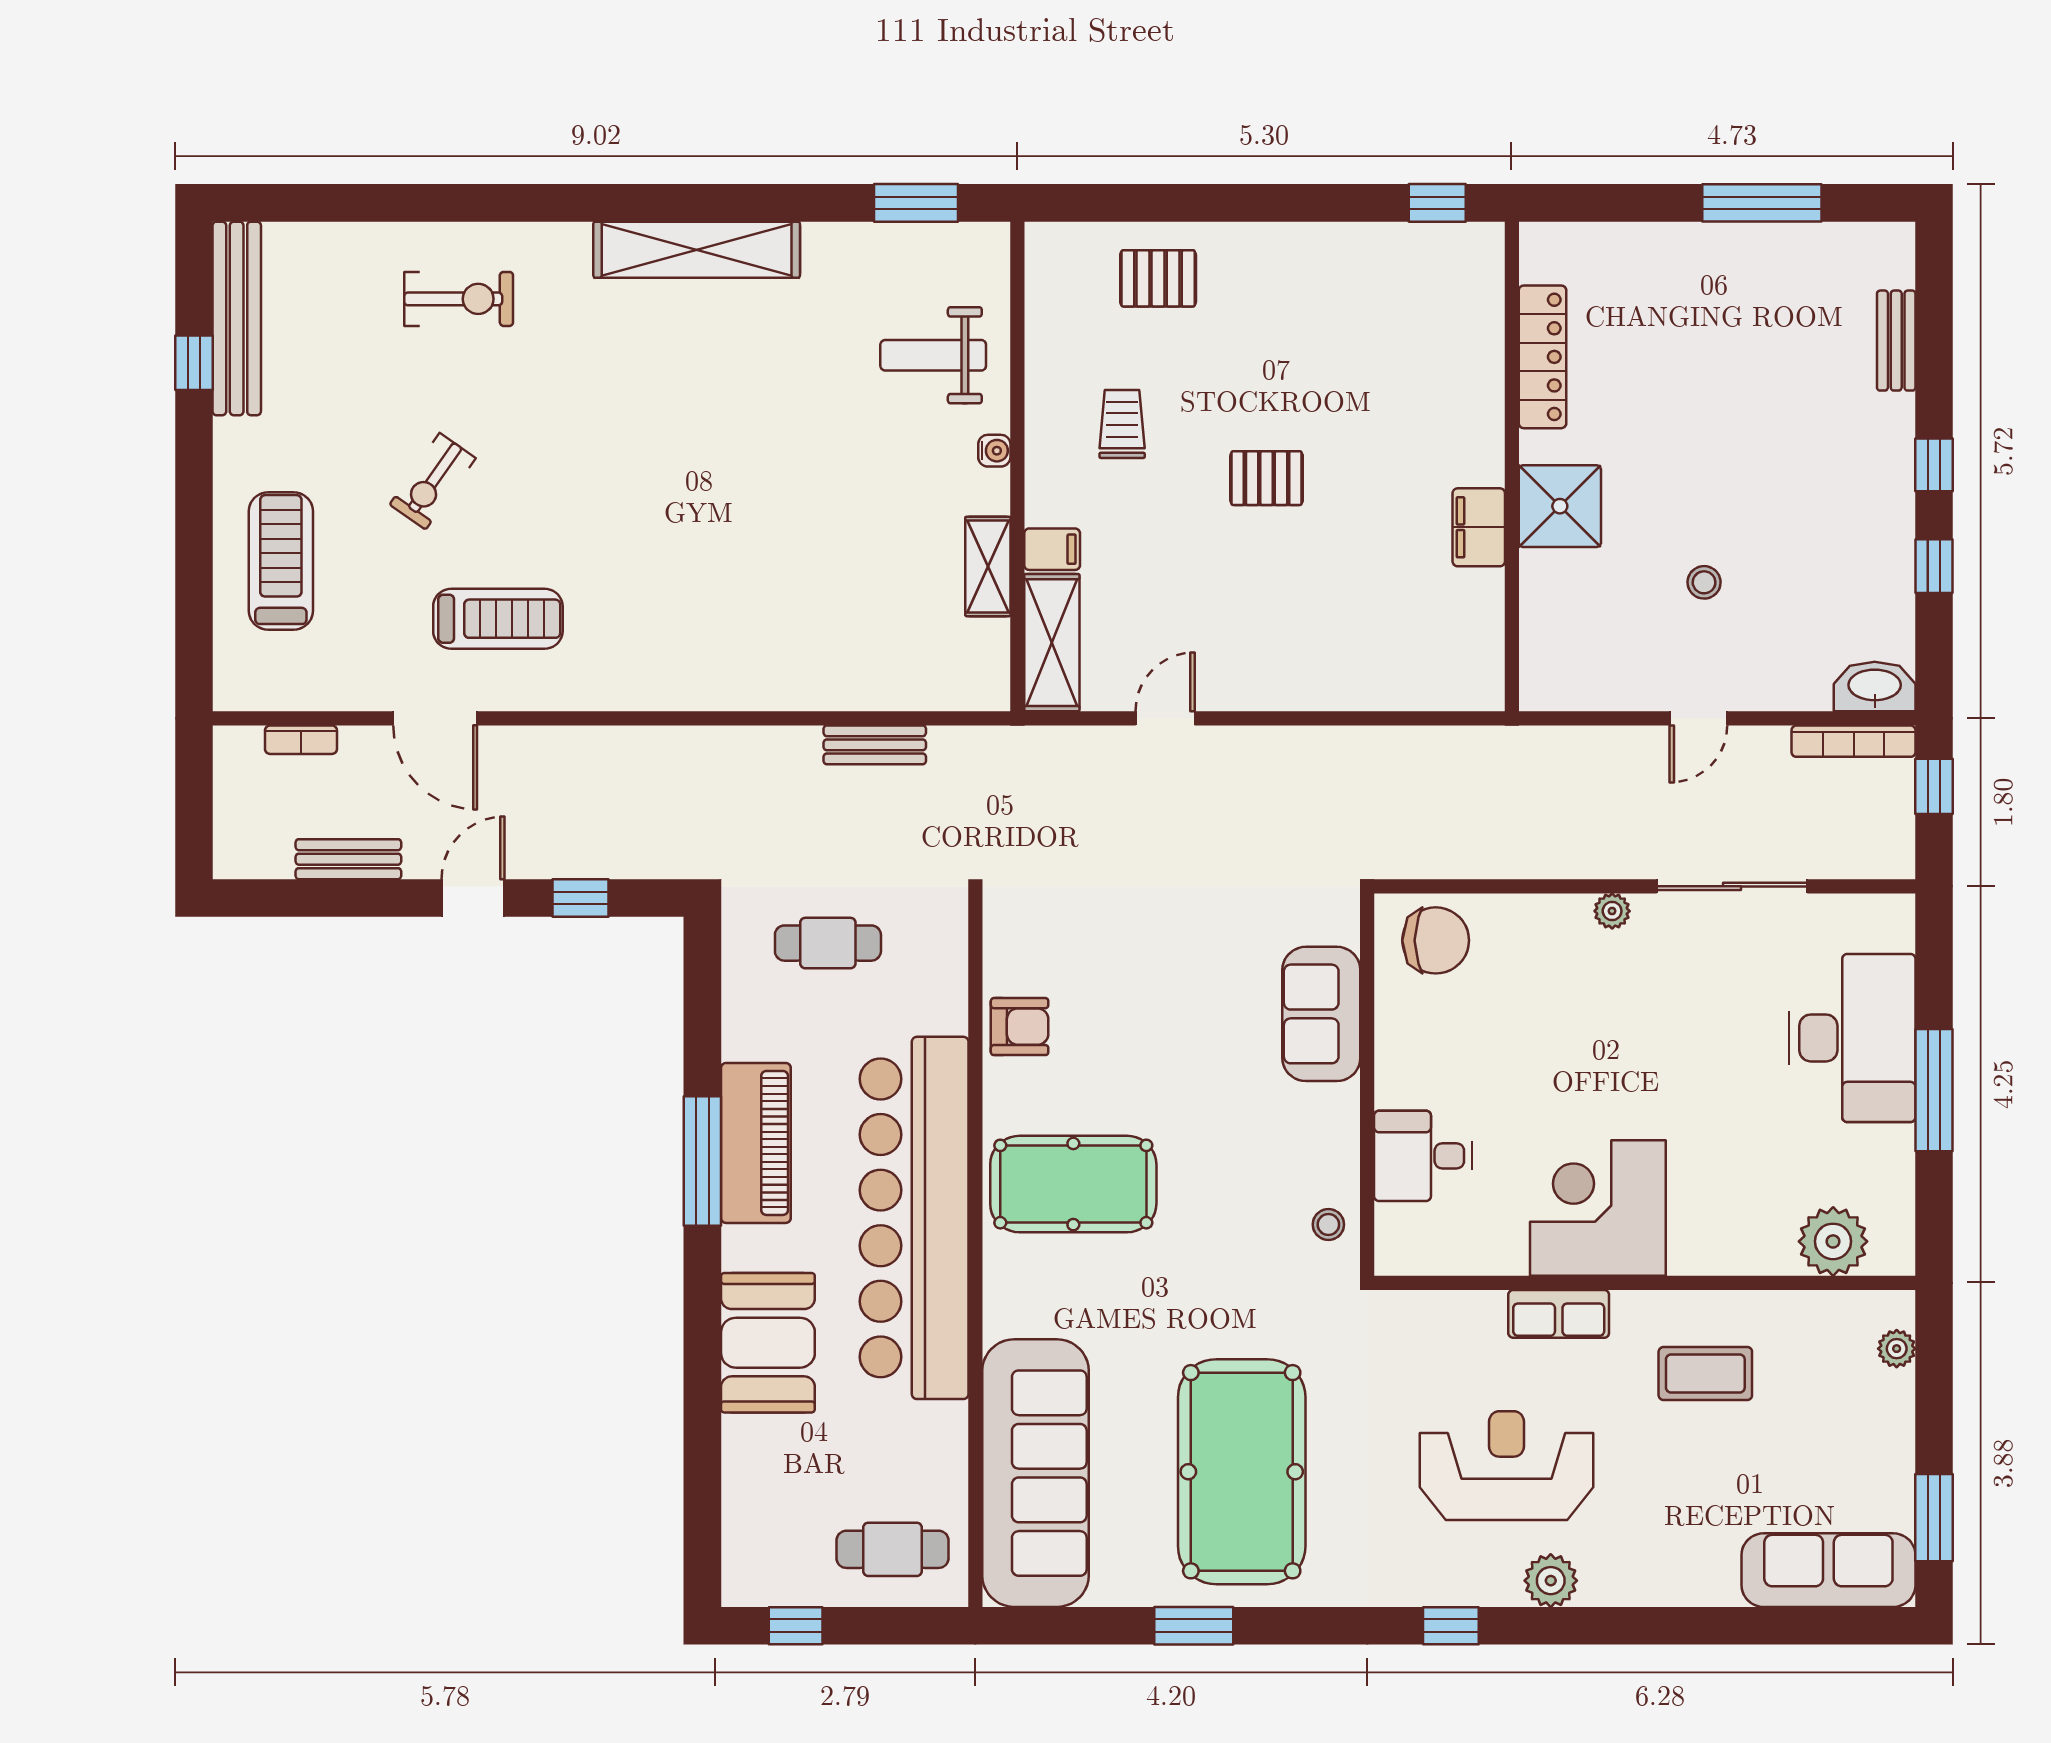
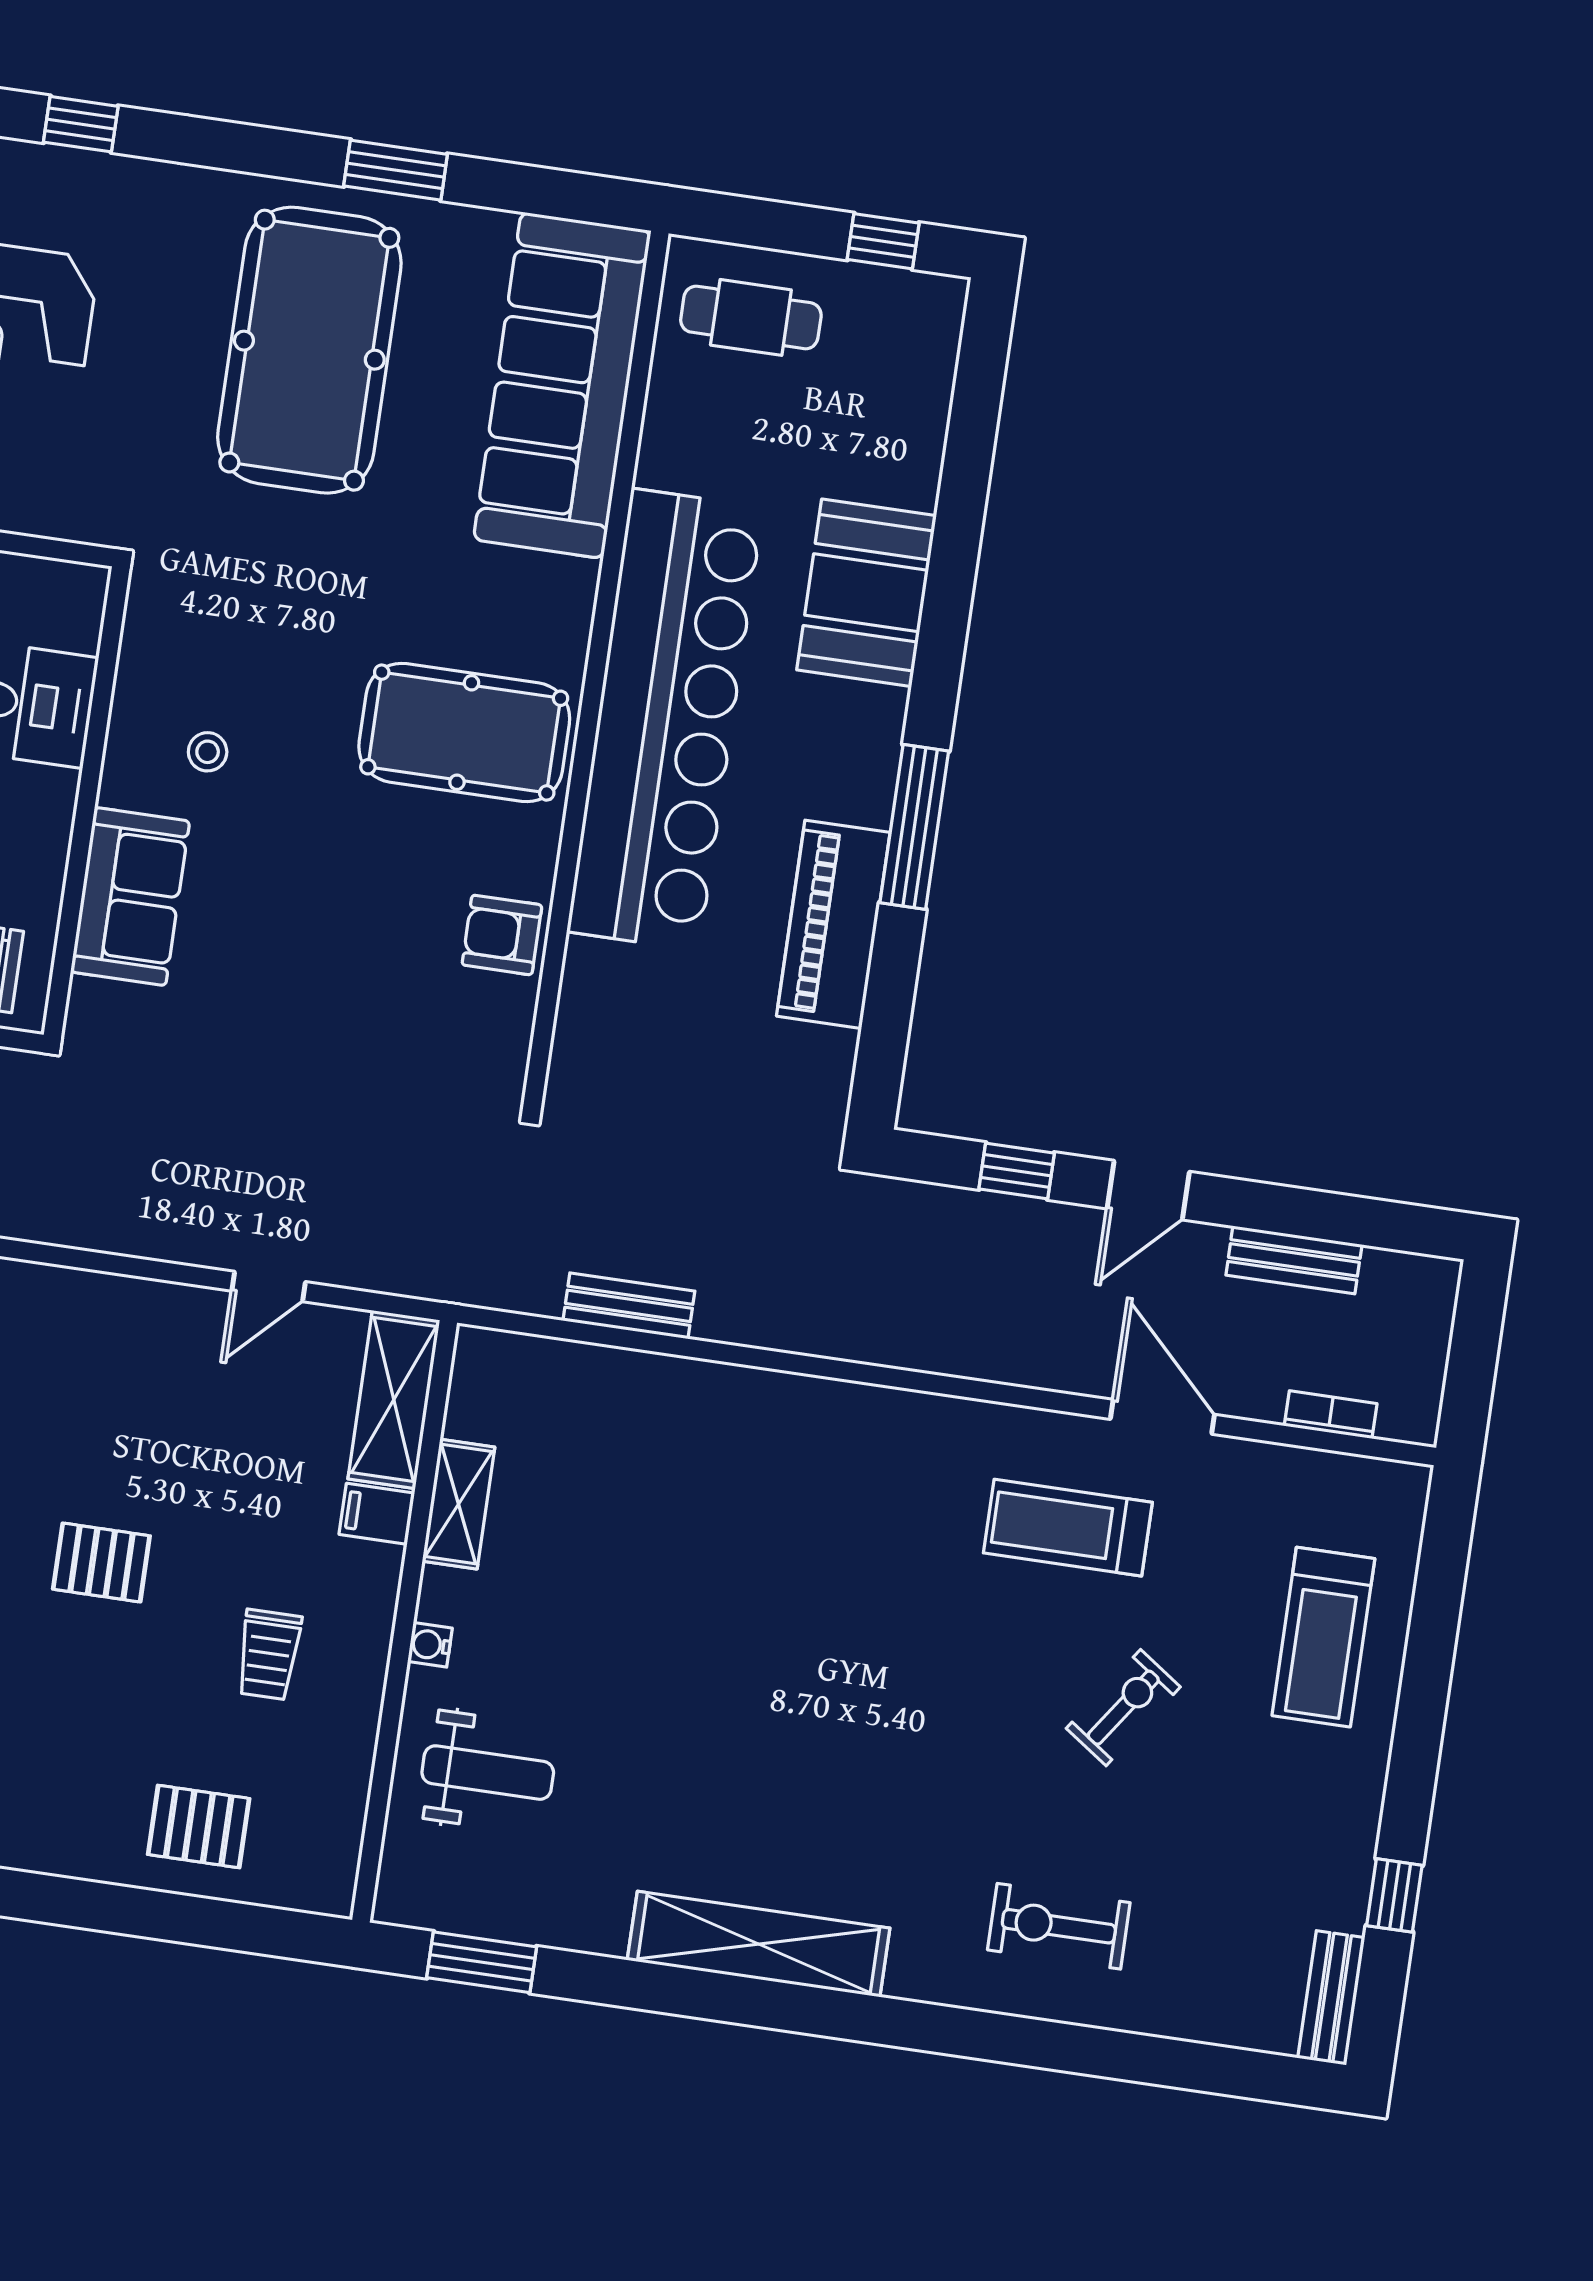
bench: (237, 318) -> (1331, 1998), width x0.54, depth x0.82
cafe table: (828, 943) -> (722, 1072), removed
piano: (756, 1143) -> (833, 924), moved
stool: (1328, 1224) -> (208, 752), moved

